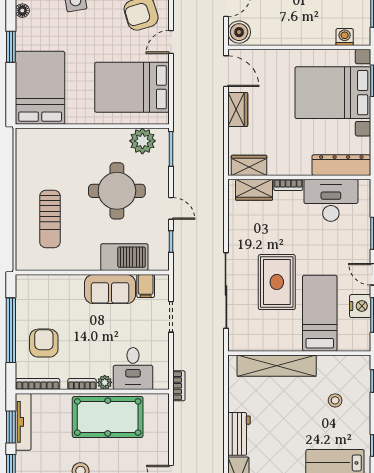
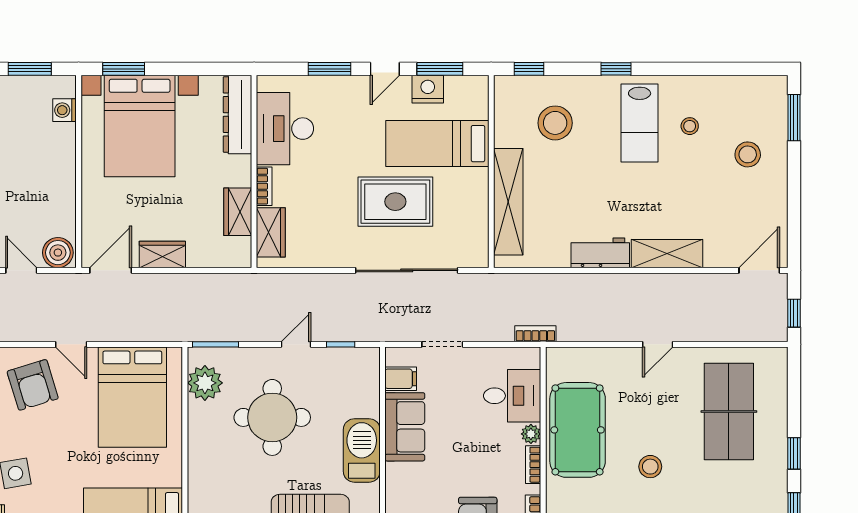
wardrobe: (249, 165) -> (238, 212), moved
barbecue: (124, 257) -> (362, 450), moved
stool: (335, 400) -> (555, 123), width x1.89, depth x1.89

